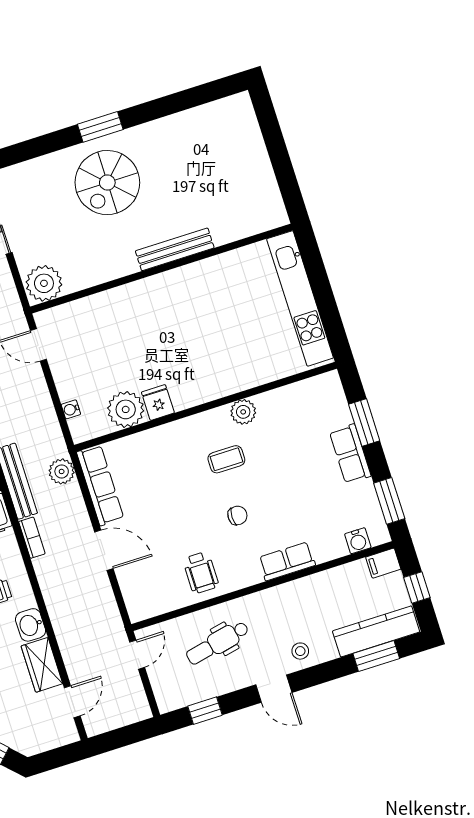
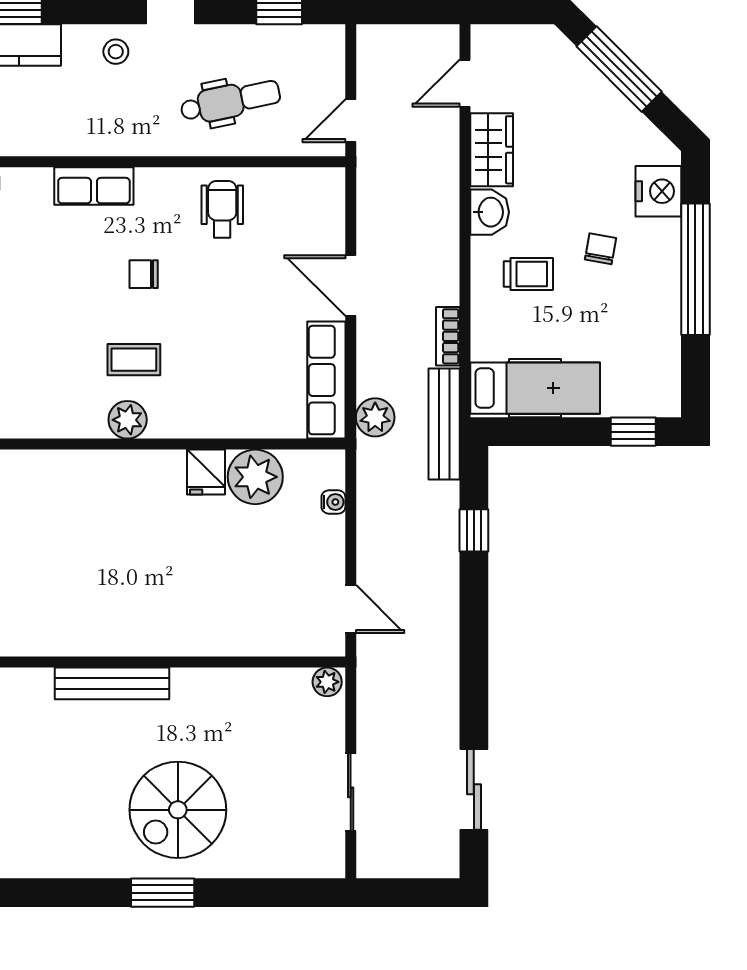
spiral stairs: (107, 183) -> (178, 810), turned 180
plant: (44, 283) -> (327, 682), width x0.53, depth x0.53
plant: (243, 412) -> (128, 420), moved

